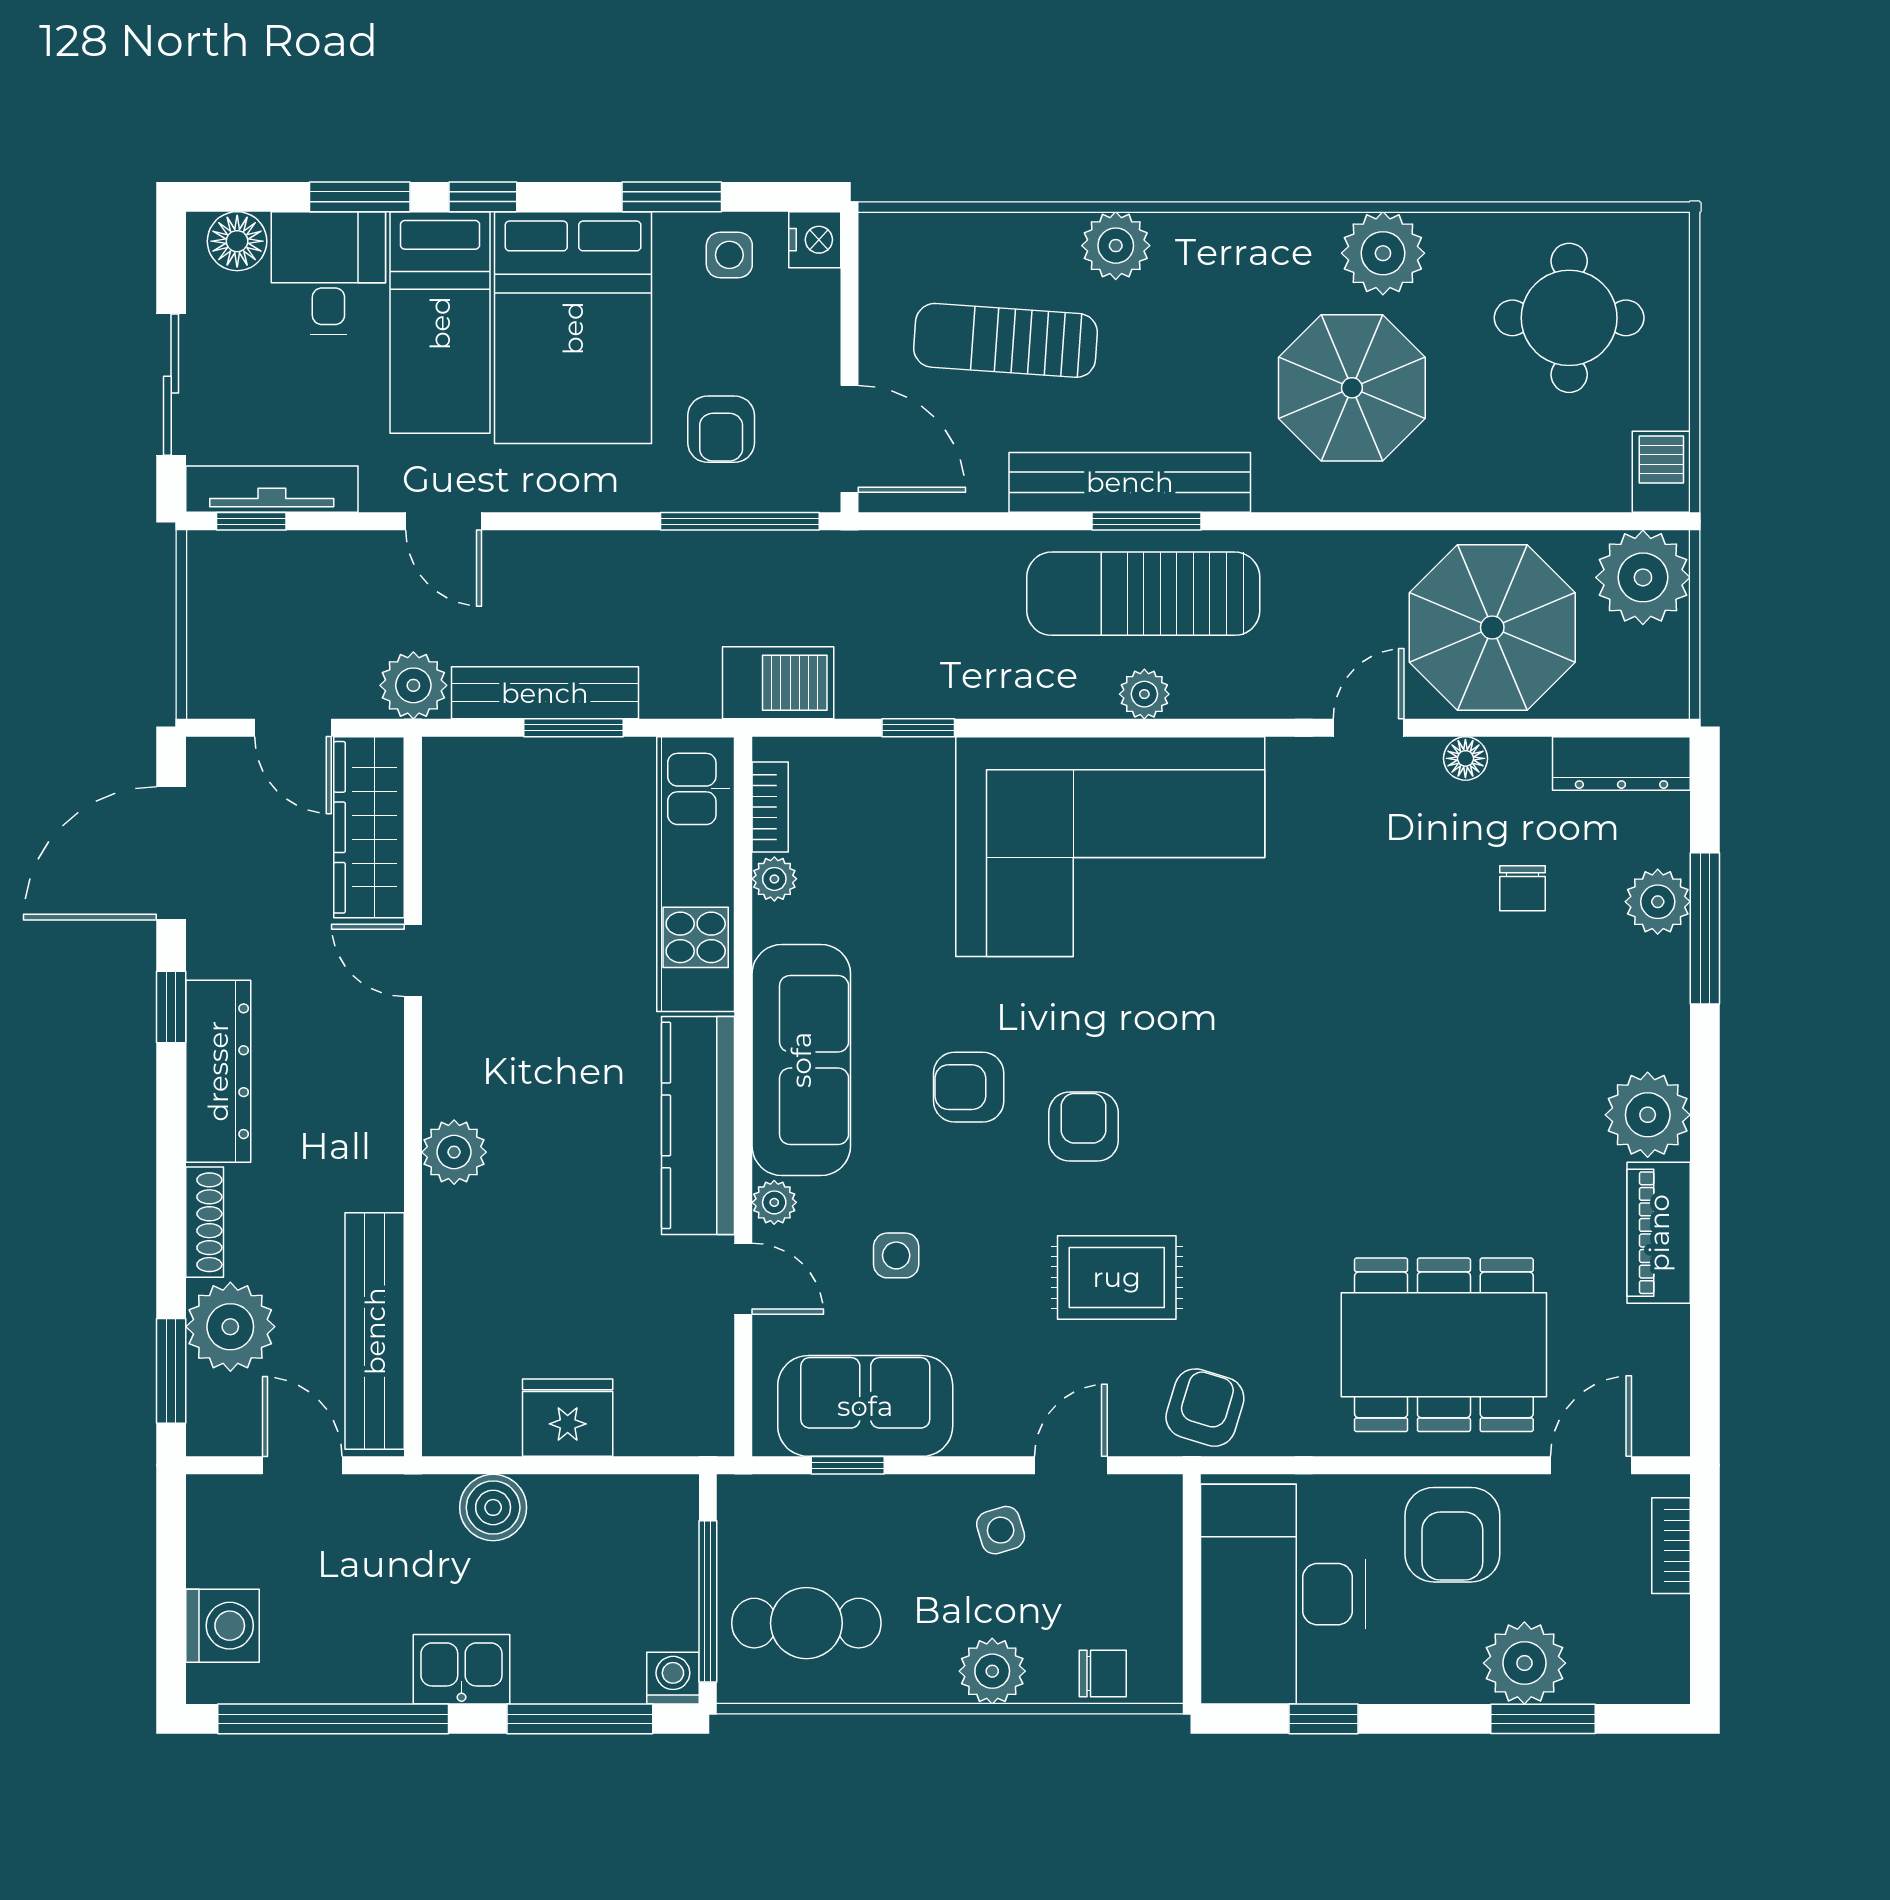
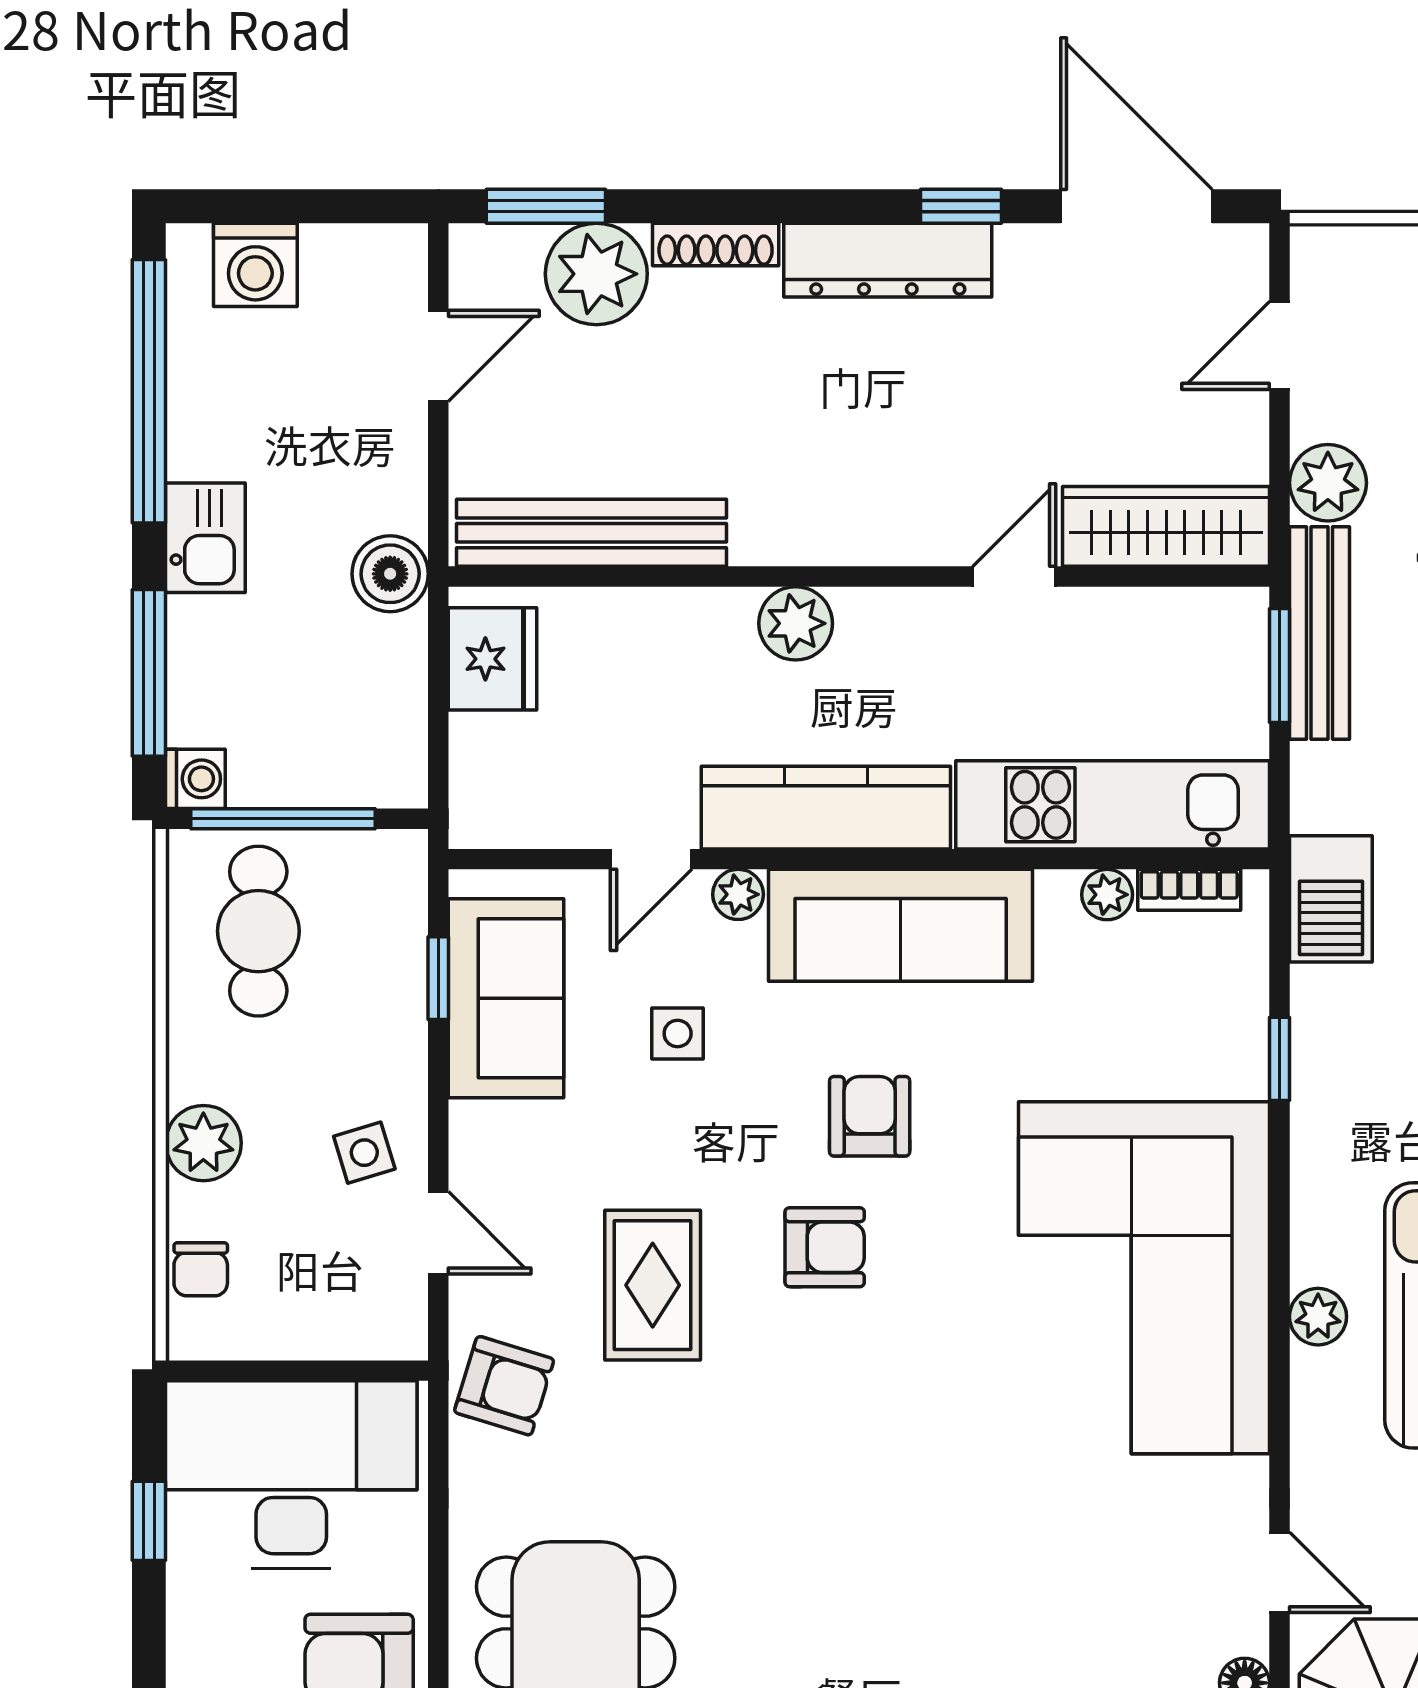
wardrobe: (369, 827) -> (1166, 526), moved
door: (413, 960) -> (1014, 576), moved
wall: (413, 1097) -> (859, 576), moved
plant: (454, 1152) -> (796, 623), moved
bench: (375, 1331) -> (591, 533), moved

